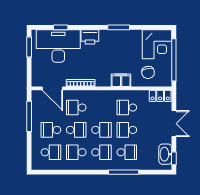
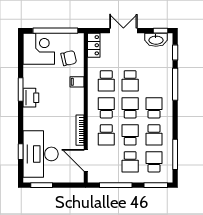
printer: (90, 37) -> (31, 98), moved
filing cabinet: (121, 80) -> (77, 82), width x0.50
door: (52, 88) -> (86, 160), swing flipped
school desk: (127, 152) -> (106, 108), moved
window: (29, 154) -> (156, 185), added
window: (58, 172) -> (175, 154), added
window: (153, 172) -> (175, 53), added

